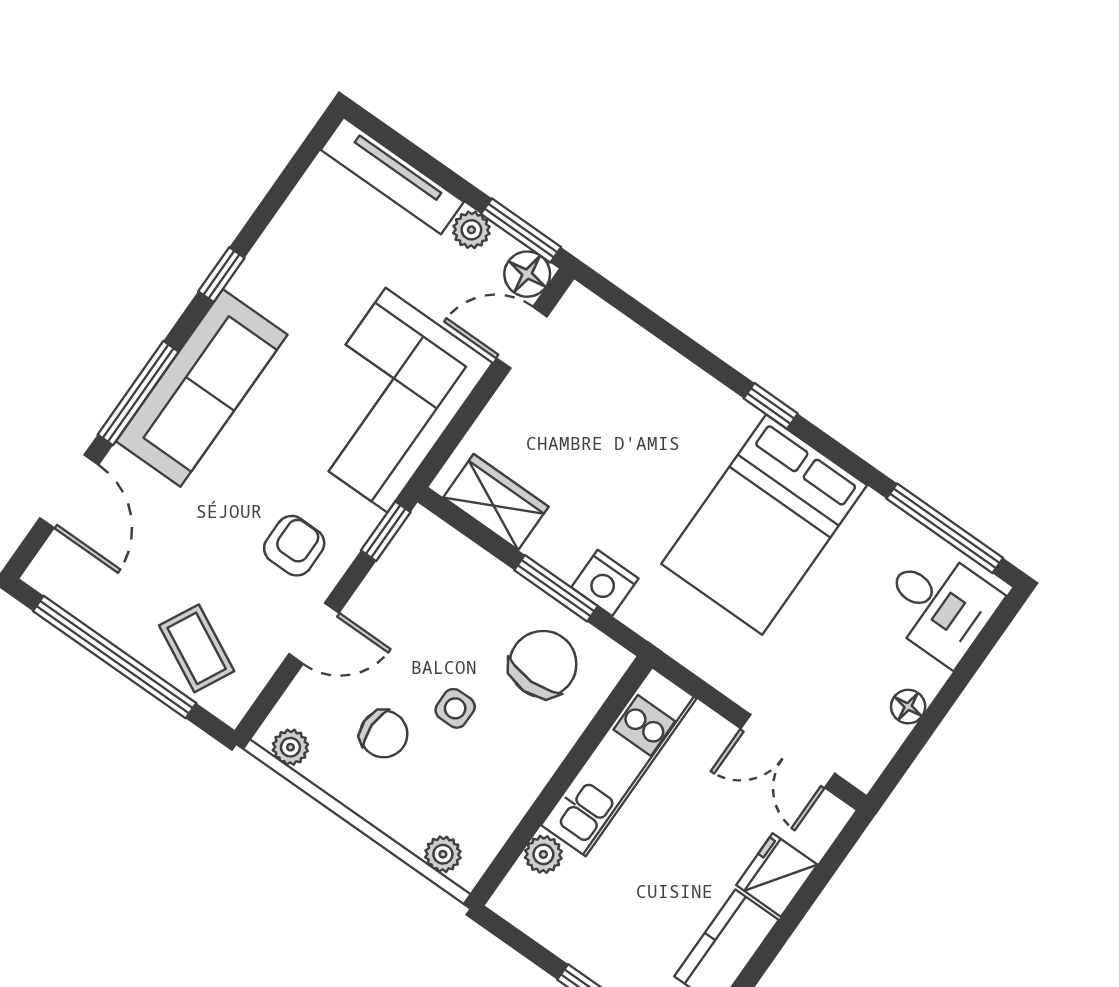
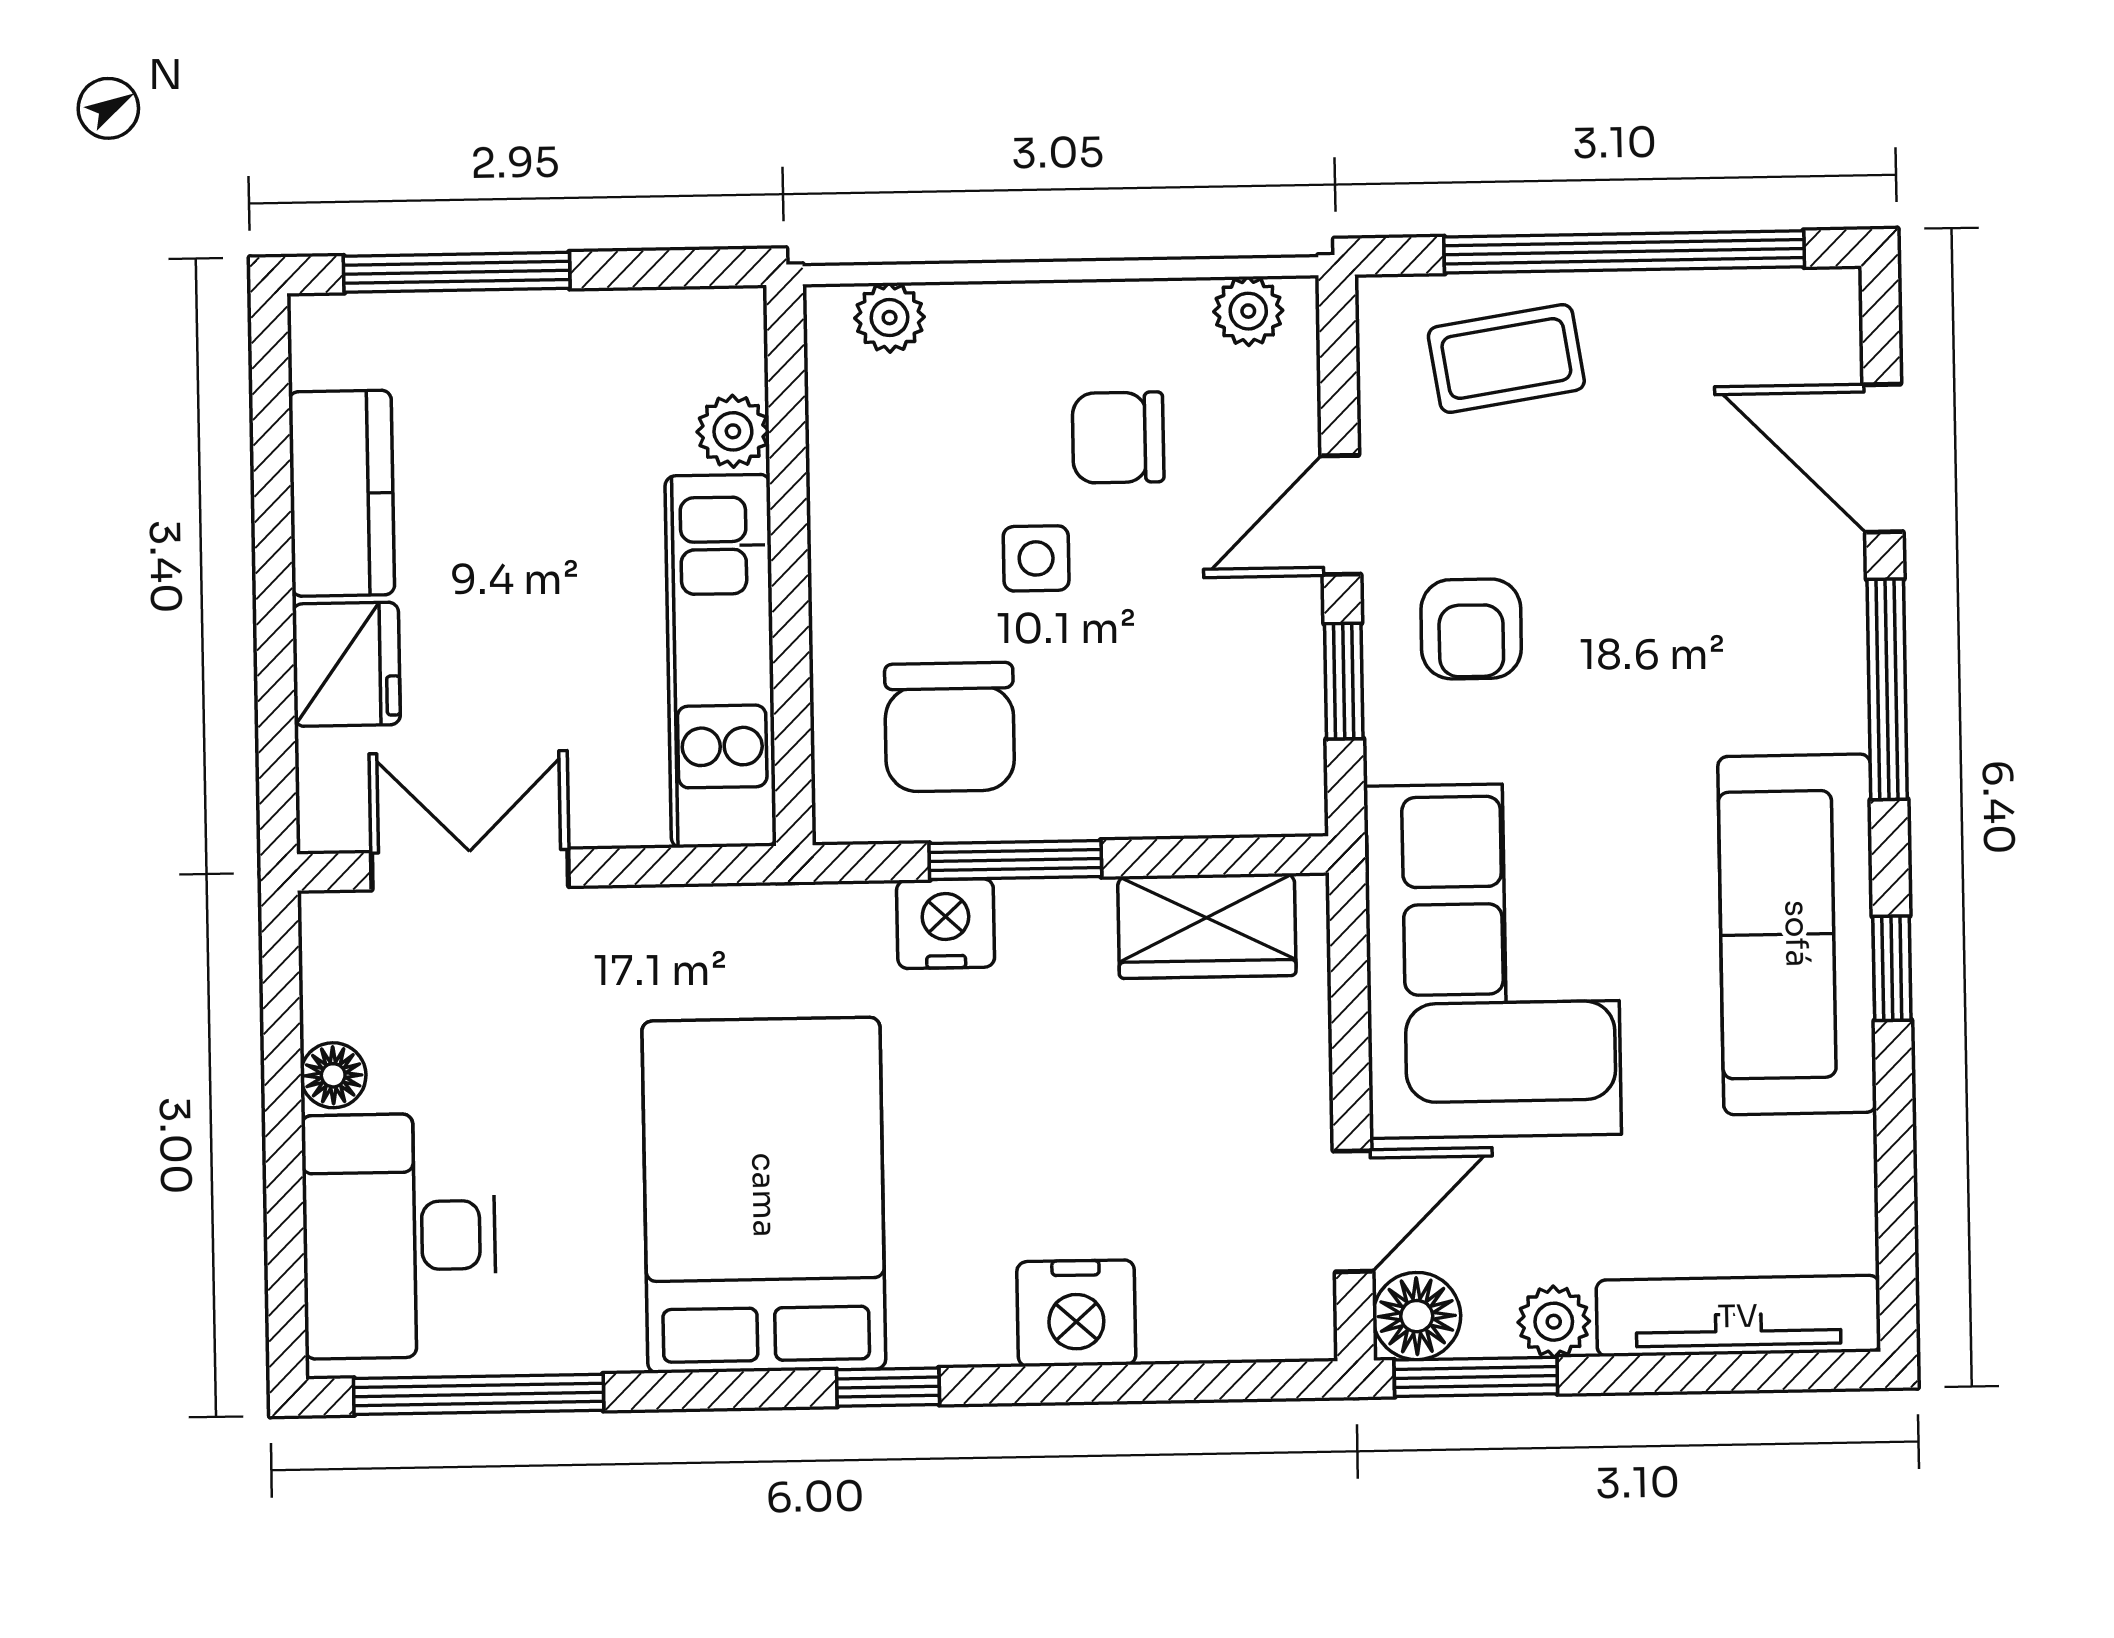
nightstand: (669, 379) -> (1076, 1313), added
sofa: (202, 388) -> (1797, 934), moved
window: (386, 531) -> (1344, 681), moved
desk: (939, 605) -> (399, 1236), width x1.37
coffee table: (197, 648) -> (1506, 358), turned -36

